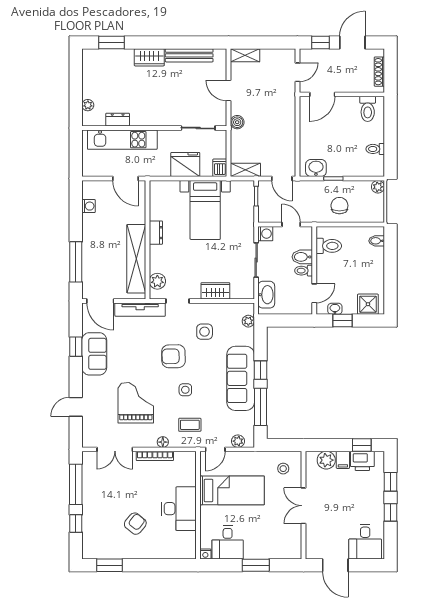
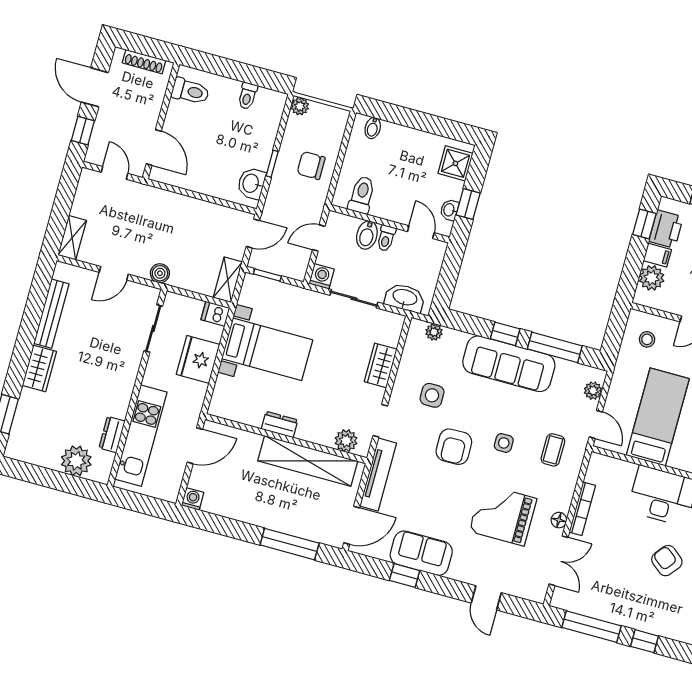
plant: (88, 105) -> (76, 461), width x1.88, depth x1.88
washing machine: (89, 206) -> (193, 499), moved
floor lamp: (163, 442) -> (559, 520), moved

